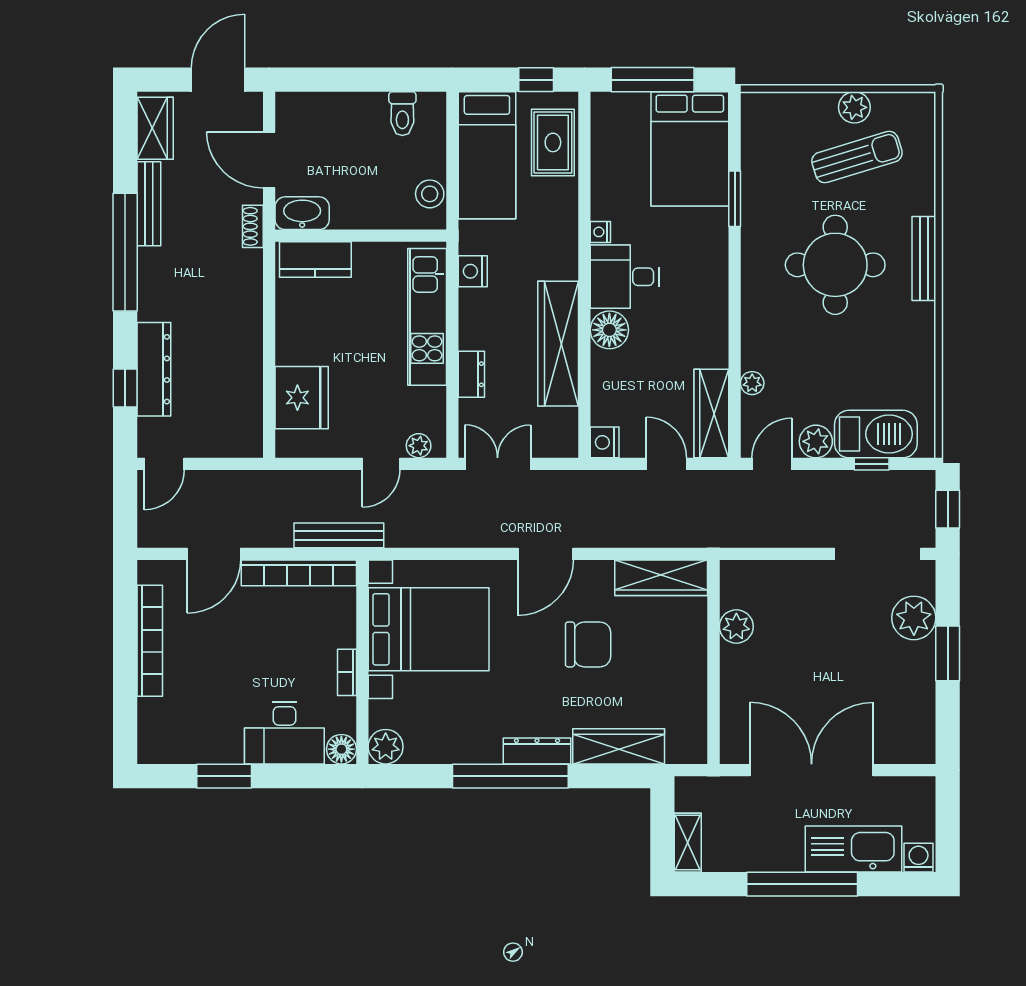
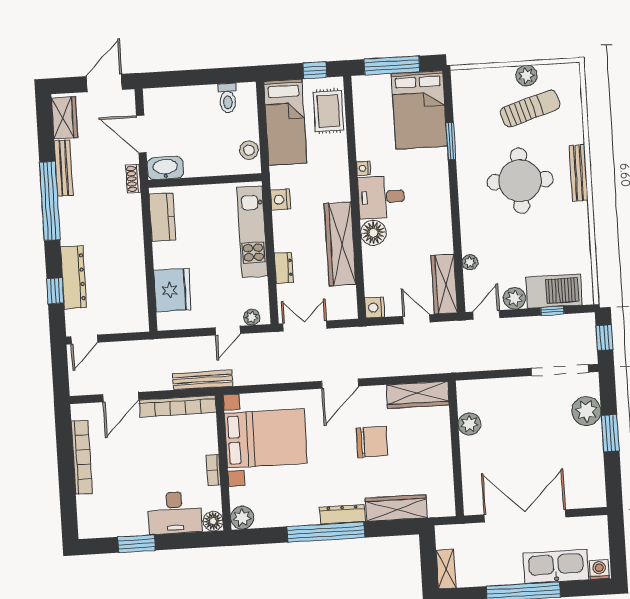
kitchen counter: (315, 260) -> (162, 217), moved, turned -90

